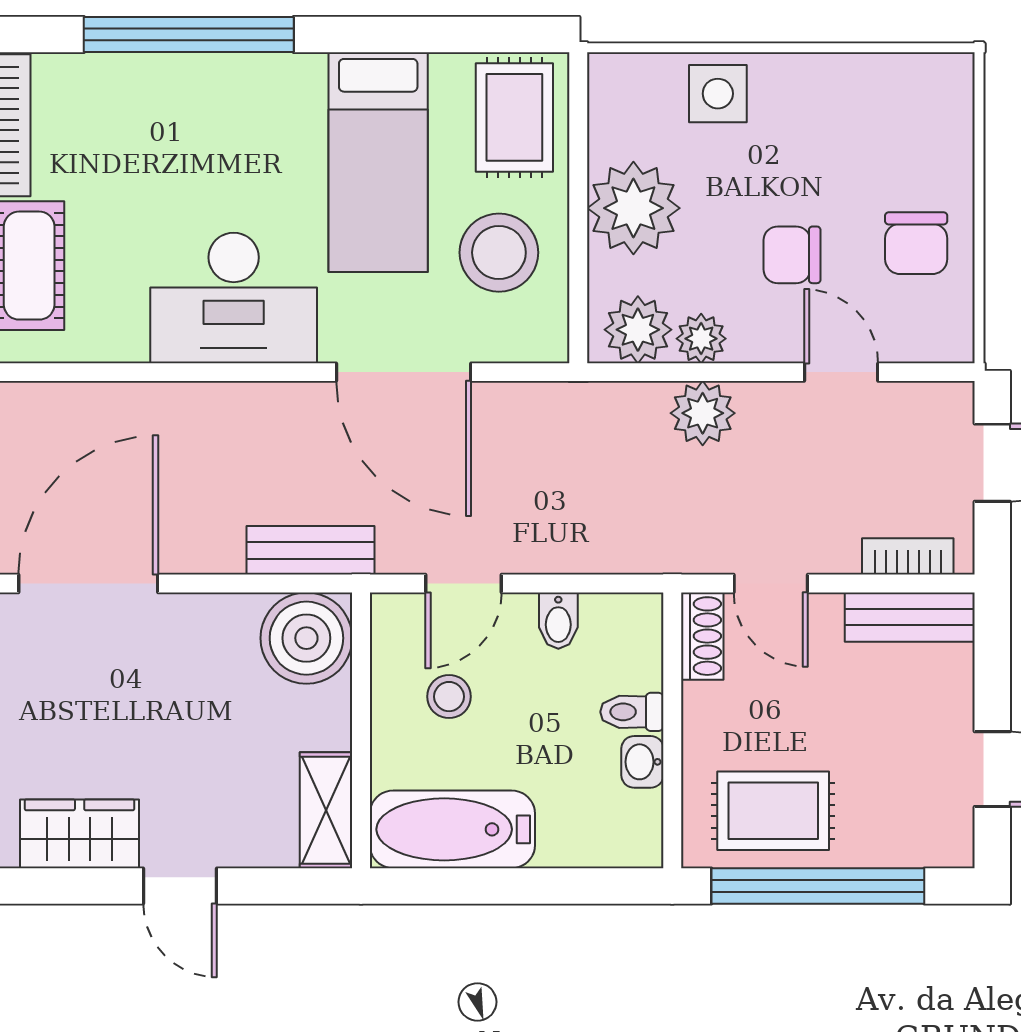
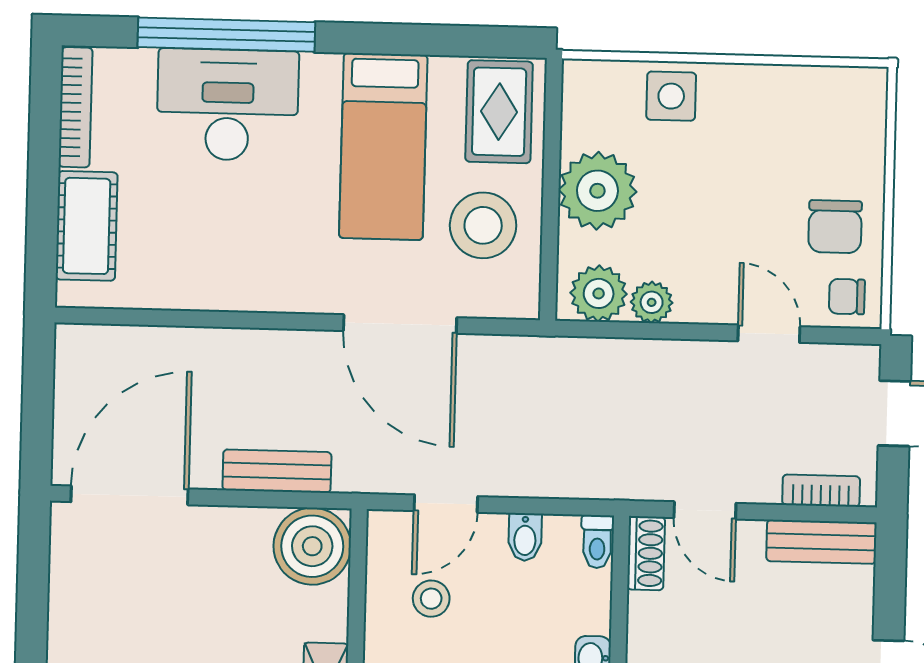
chair: (792, 255) -> (847, 297), moved, width x0.73, depth x0.73
desk: (234, 298) -> (228, 105), moved, turned 180
plant: (703, 413) -> (651, 365), removed
bench: (311, 550) -> (277, 471), moved
toilet: (632, 712) -> (597, 542), moved, turned -90

